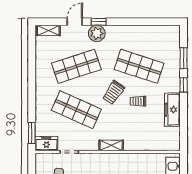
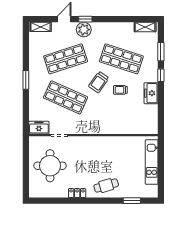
freezer: (172, 110) -> (151, 93), width x0.71
window: (32, 133) -> (26, 80), moved
shelving: (111, 145) -> (145, 27), moved

